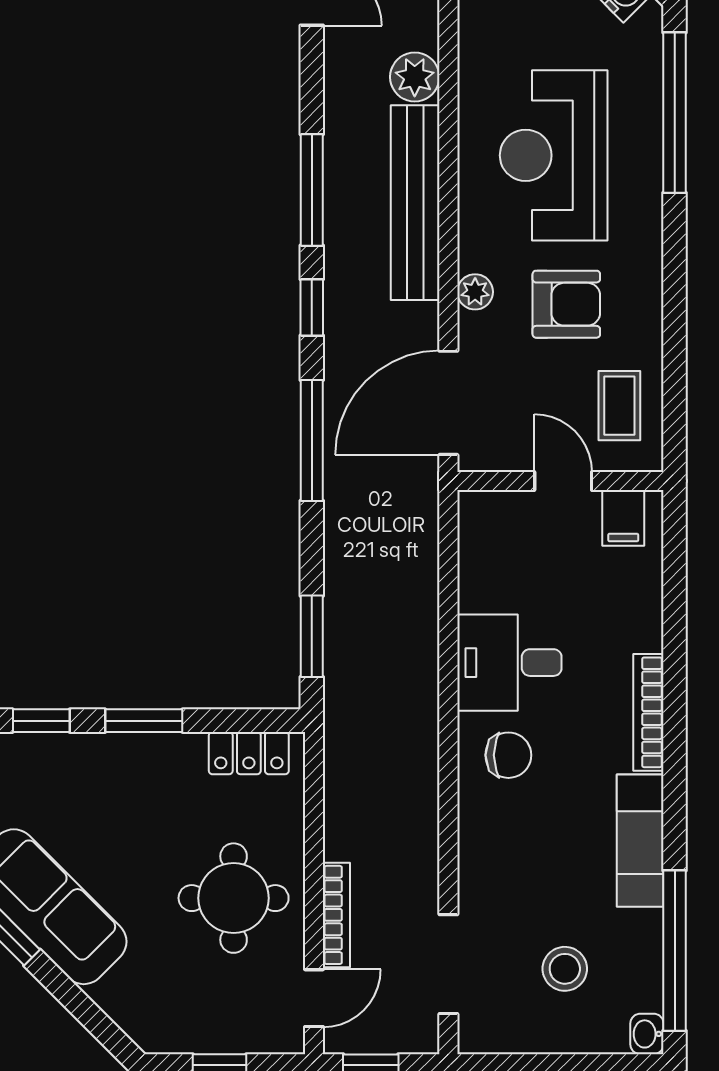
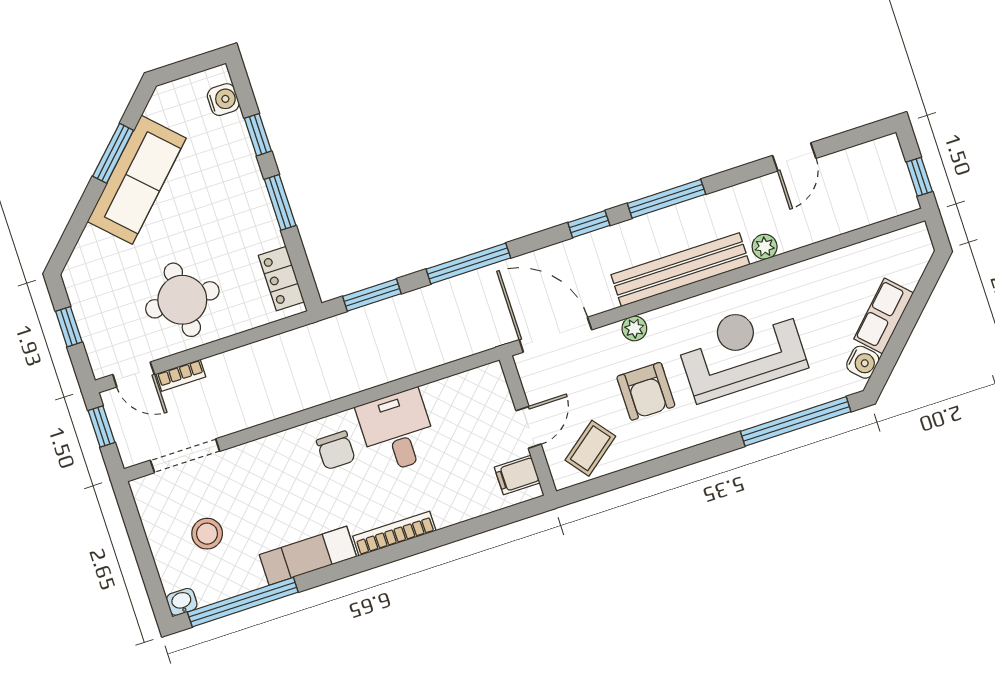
plant: (415, 77) -> (765, 247), width x0.73, depth x0.73
coffee table: (619, 406) -> (590, 448), turned -38
window: (312, 440) -> (468, 263), moved
bookcase: (336, 915) -> (181, 375), width x0.64

